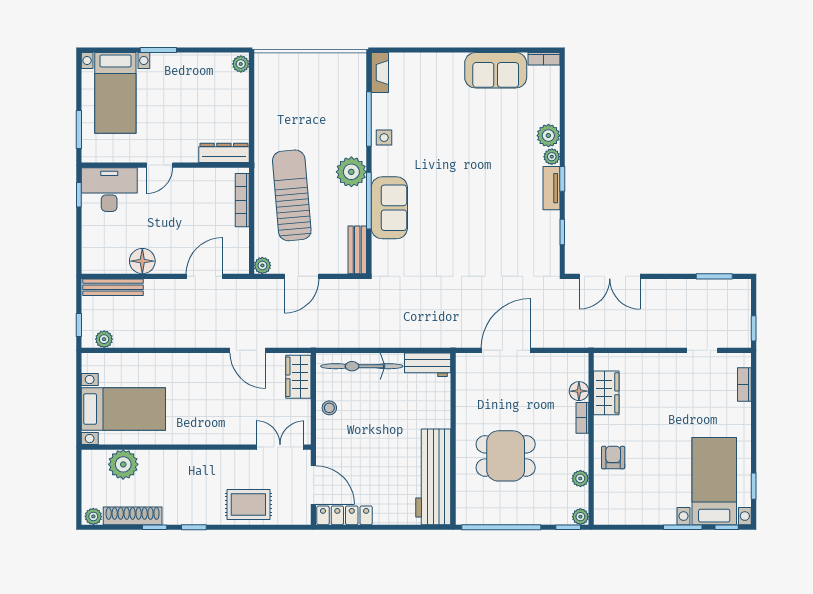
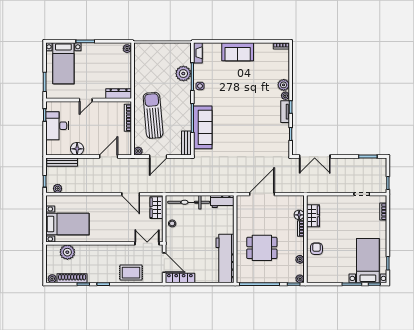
sofa: (496, 70) -> (238, 52), moved
plant: (351, 172) -> (183, 74), moved
desk: (109, 190) -> (57, 126), moved, turned -90
sofa: (389, 208) -> (203, 127), width x1.36

